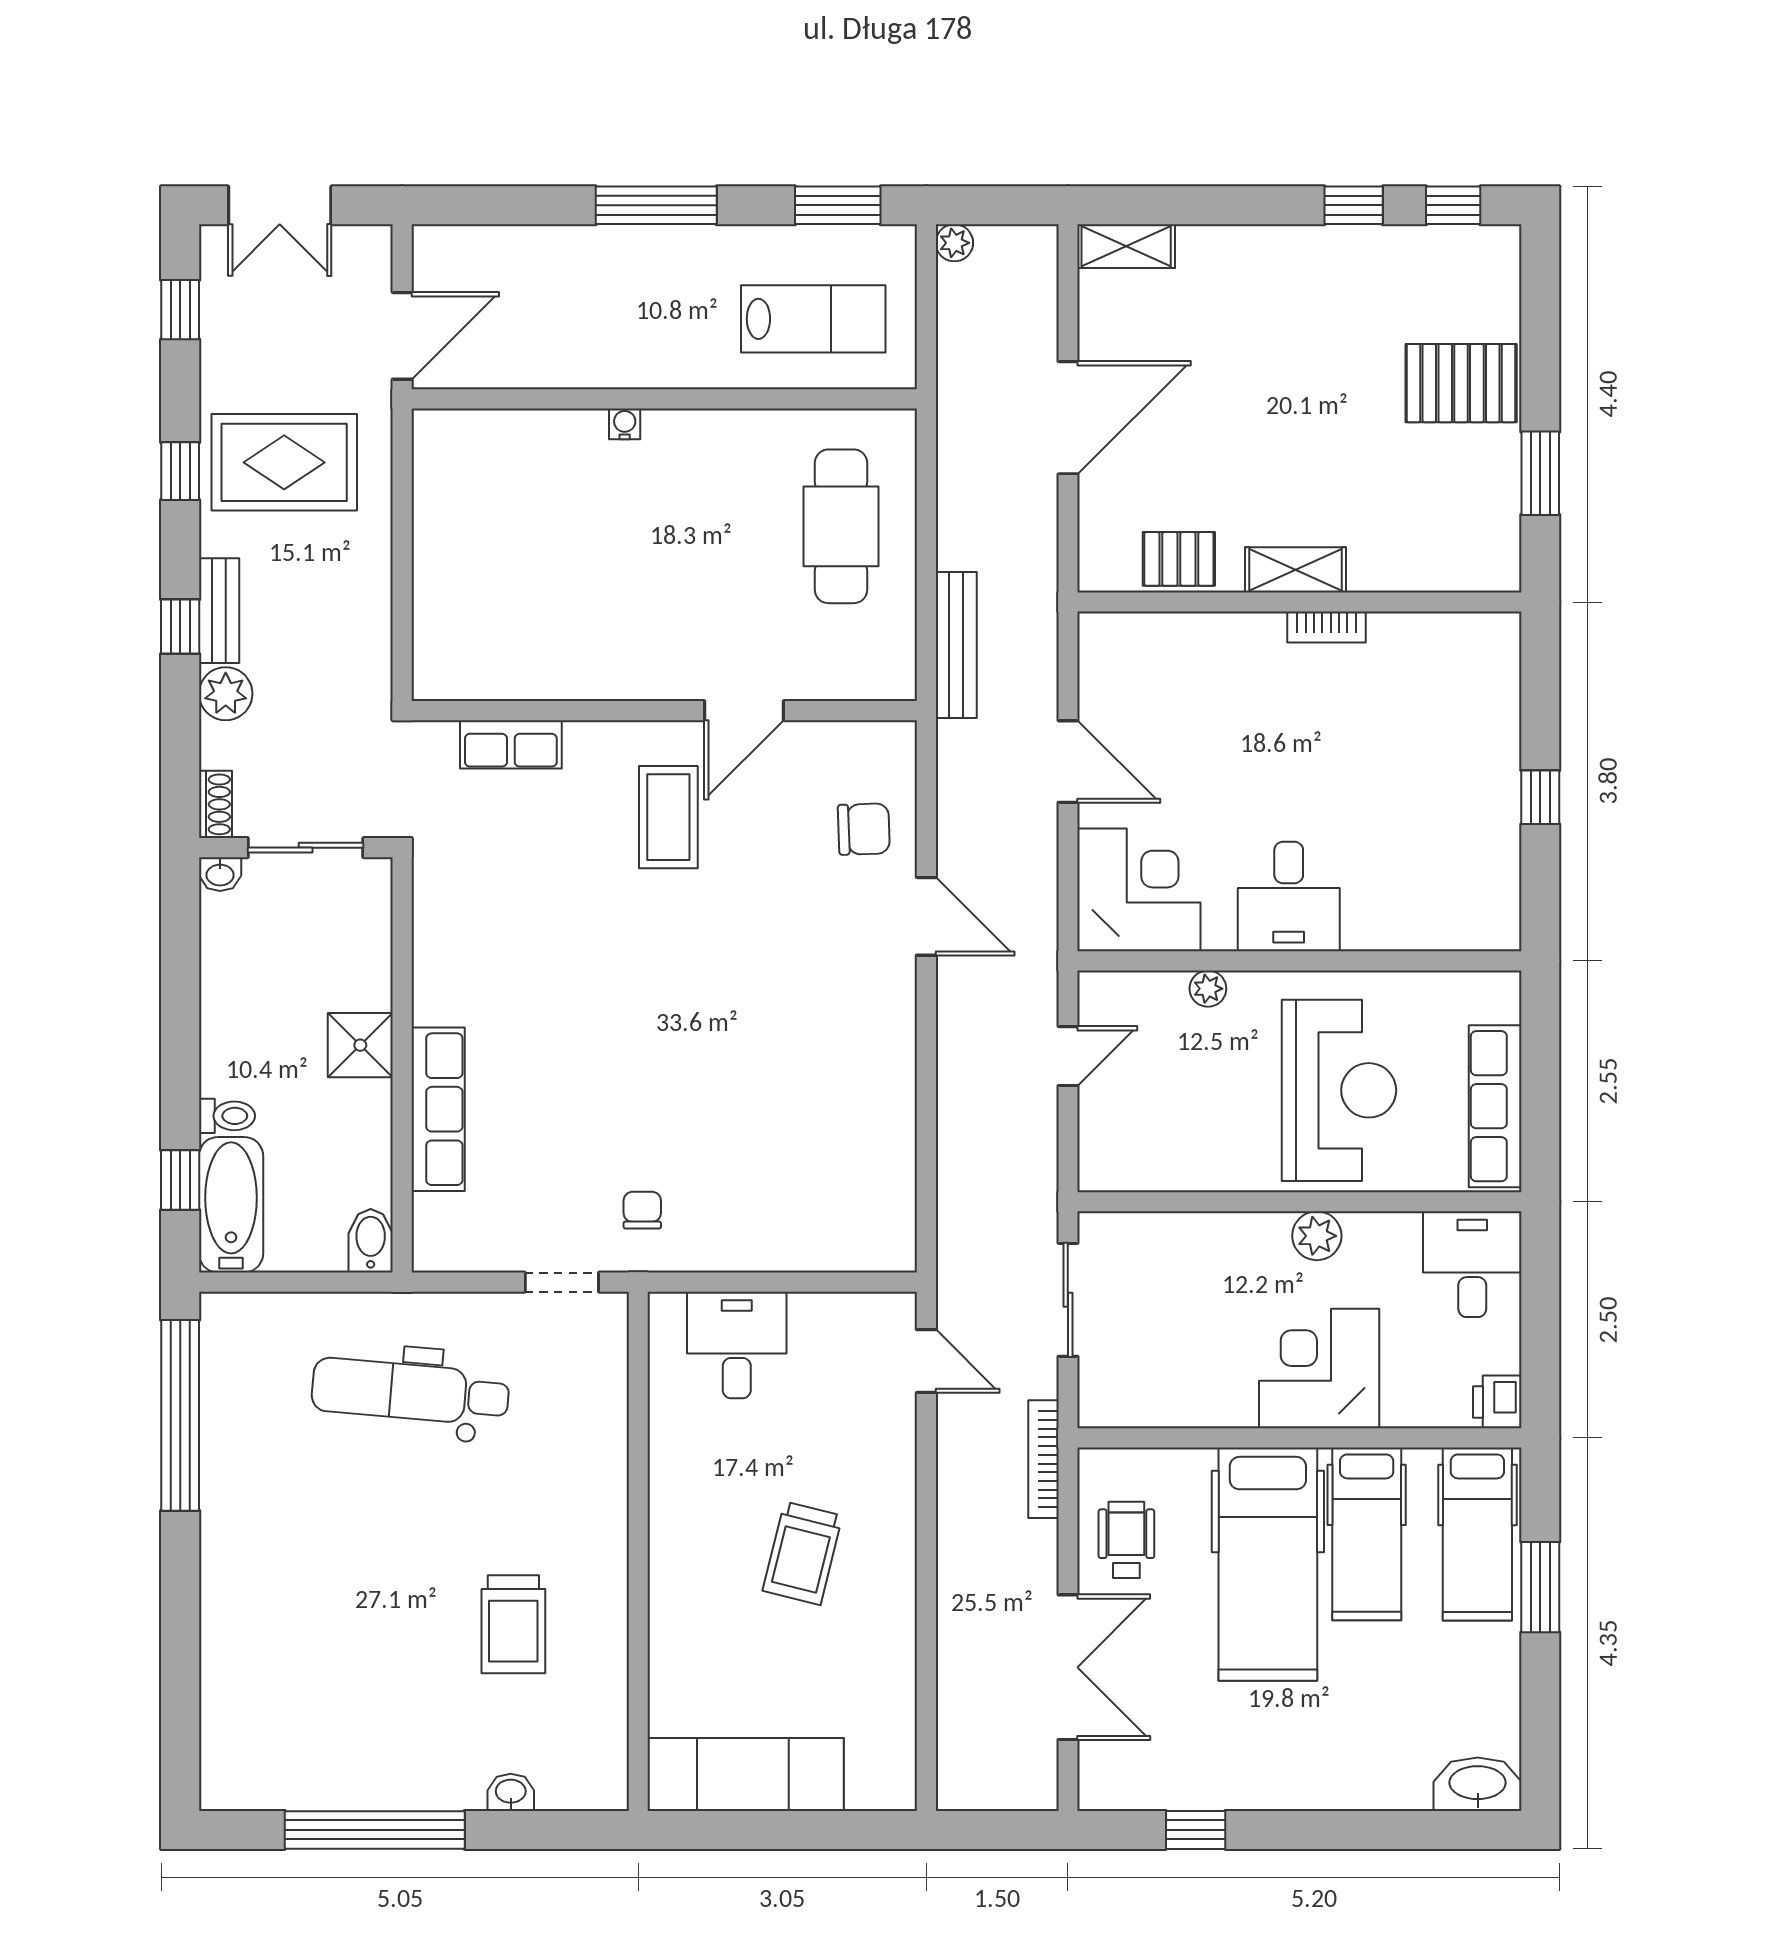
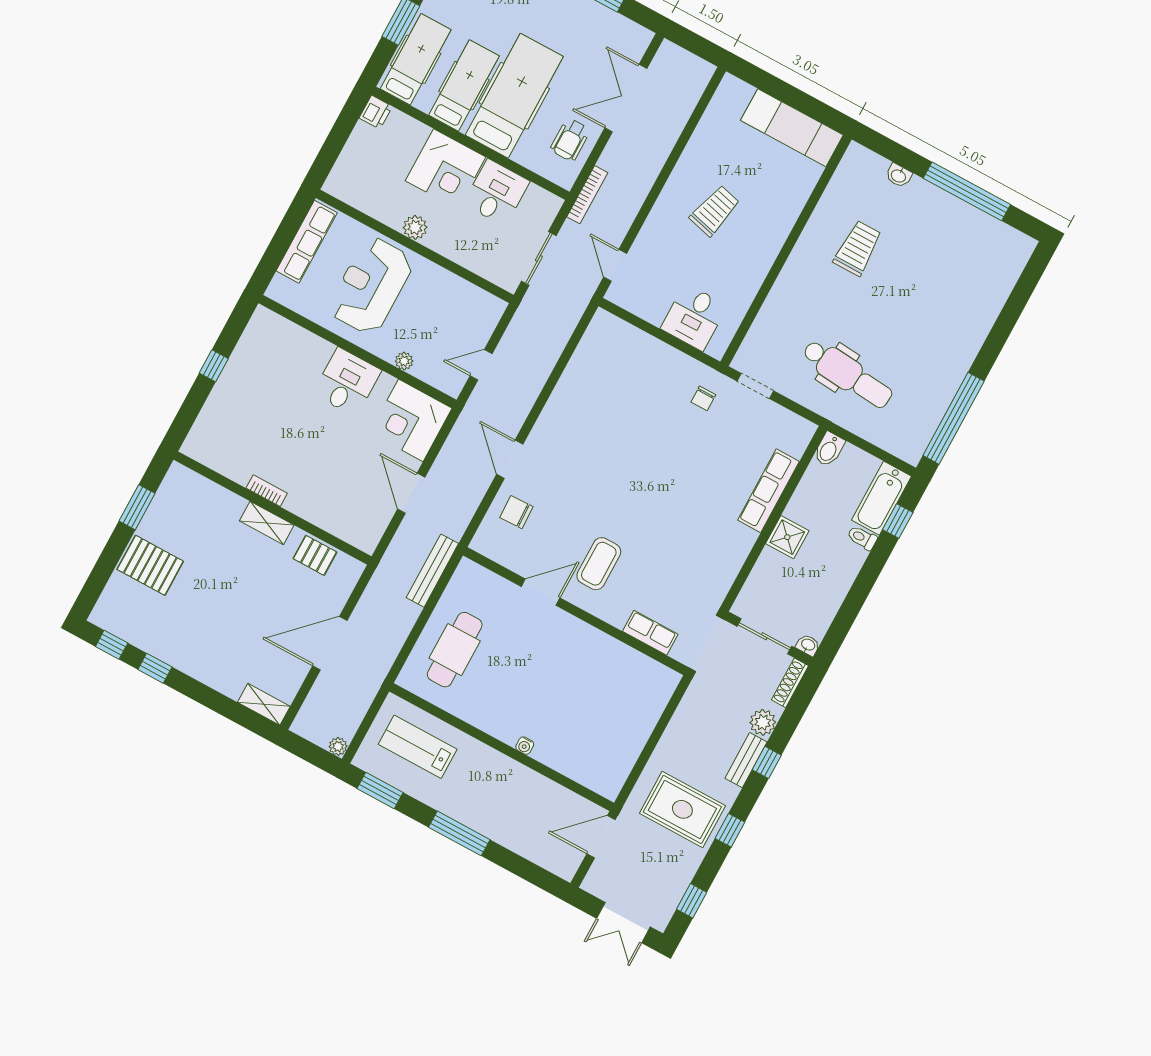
double door: (280, 205) -> (623, 923), swing flipped
shoe rack: (215, 804) -> (790, 683), width x1.43
desk: (1472, 1264) -> (496, 193), moved, turned 180

